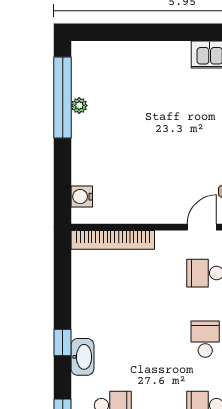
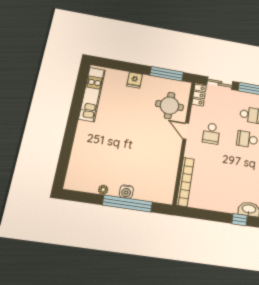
window: (63, 98) -> (127, 204), moved
water cooler: (82, 197) -> (126, 192), moved

